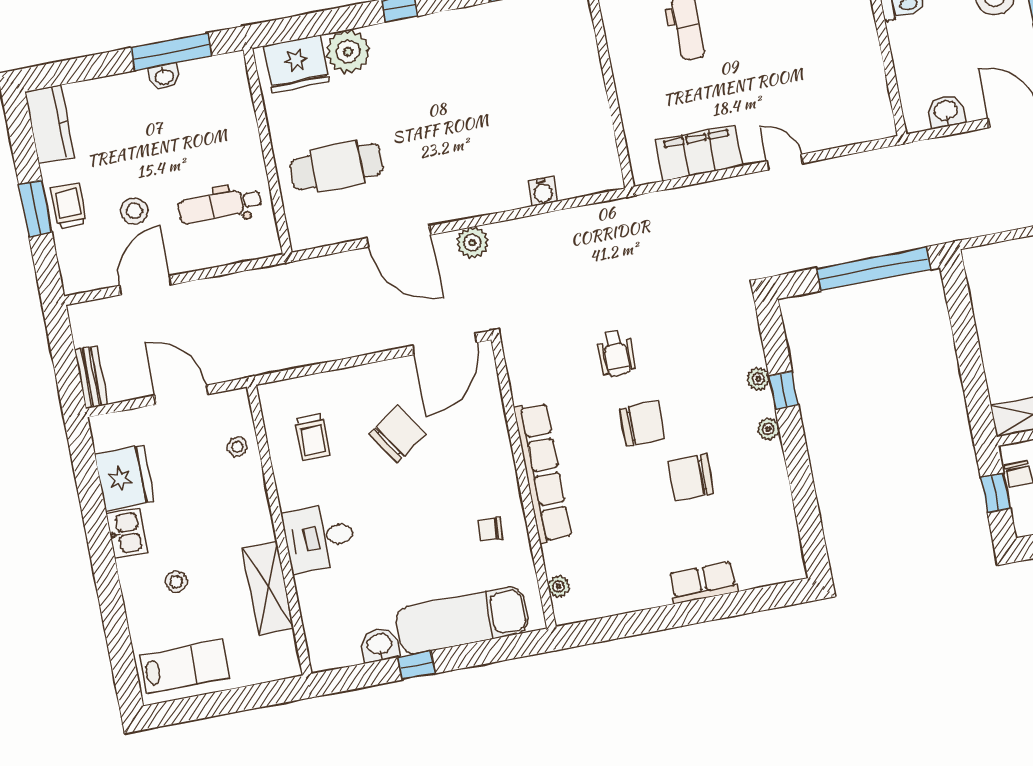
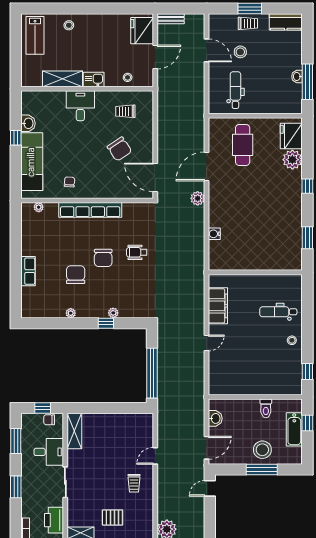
plant: (768, 429) -> (71, 313), moved
fridge: (124, 478) -> (142, 31), moved, turned 90
kitchen sink: (126, 533) -> (94, 79), moved, turned 180
stool: (176, 582) -> (69, 25), moved

